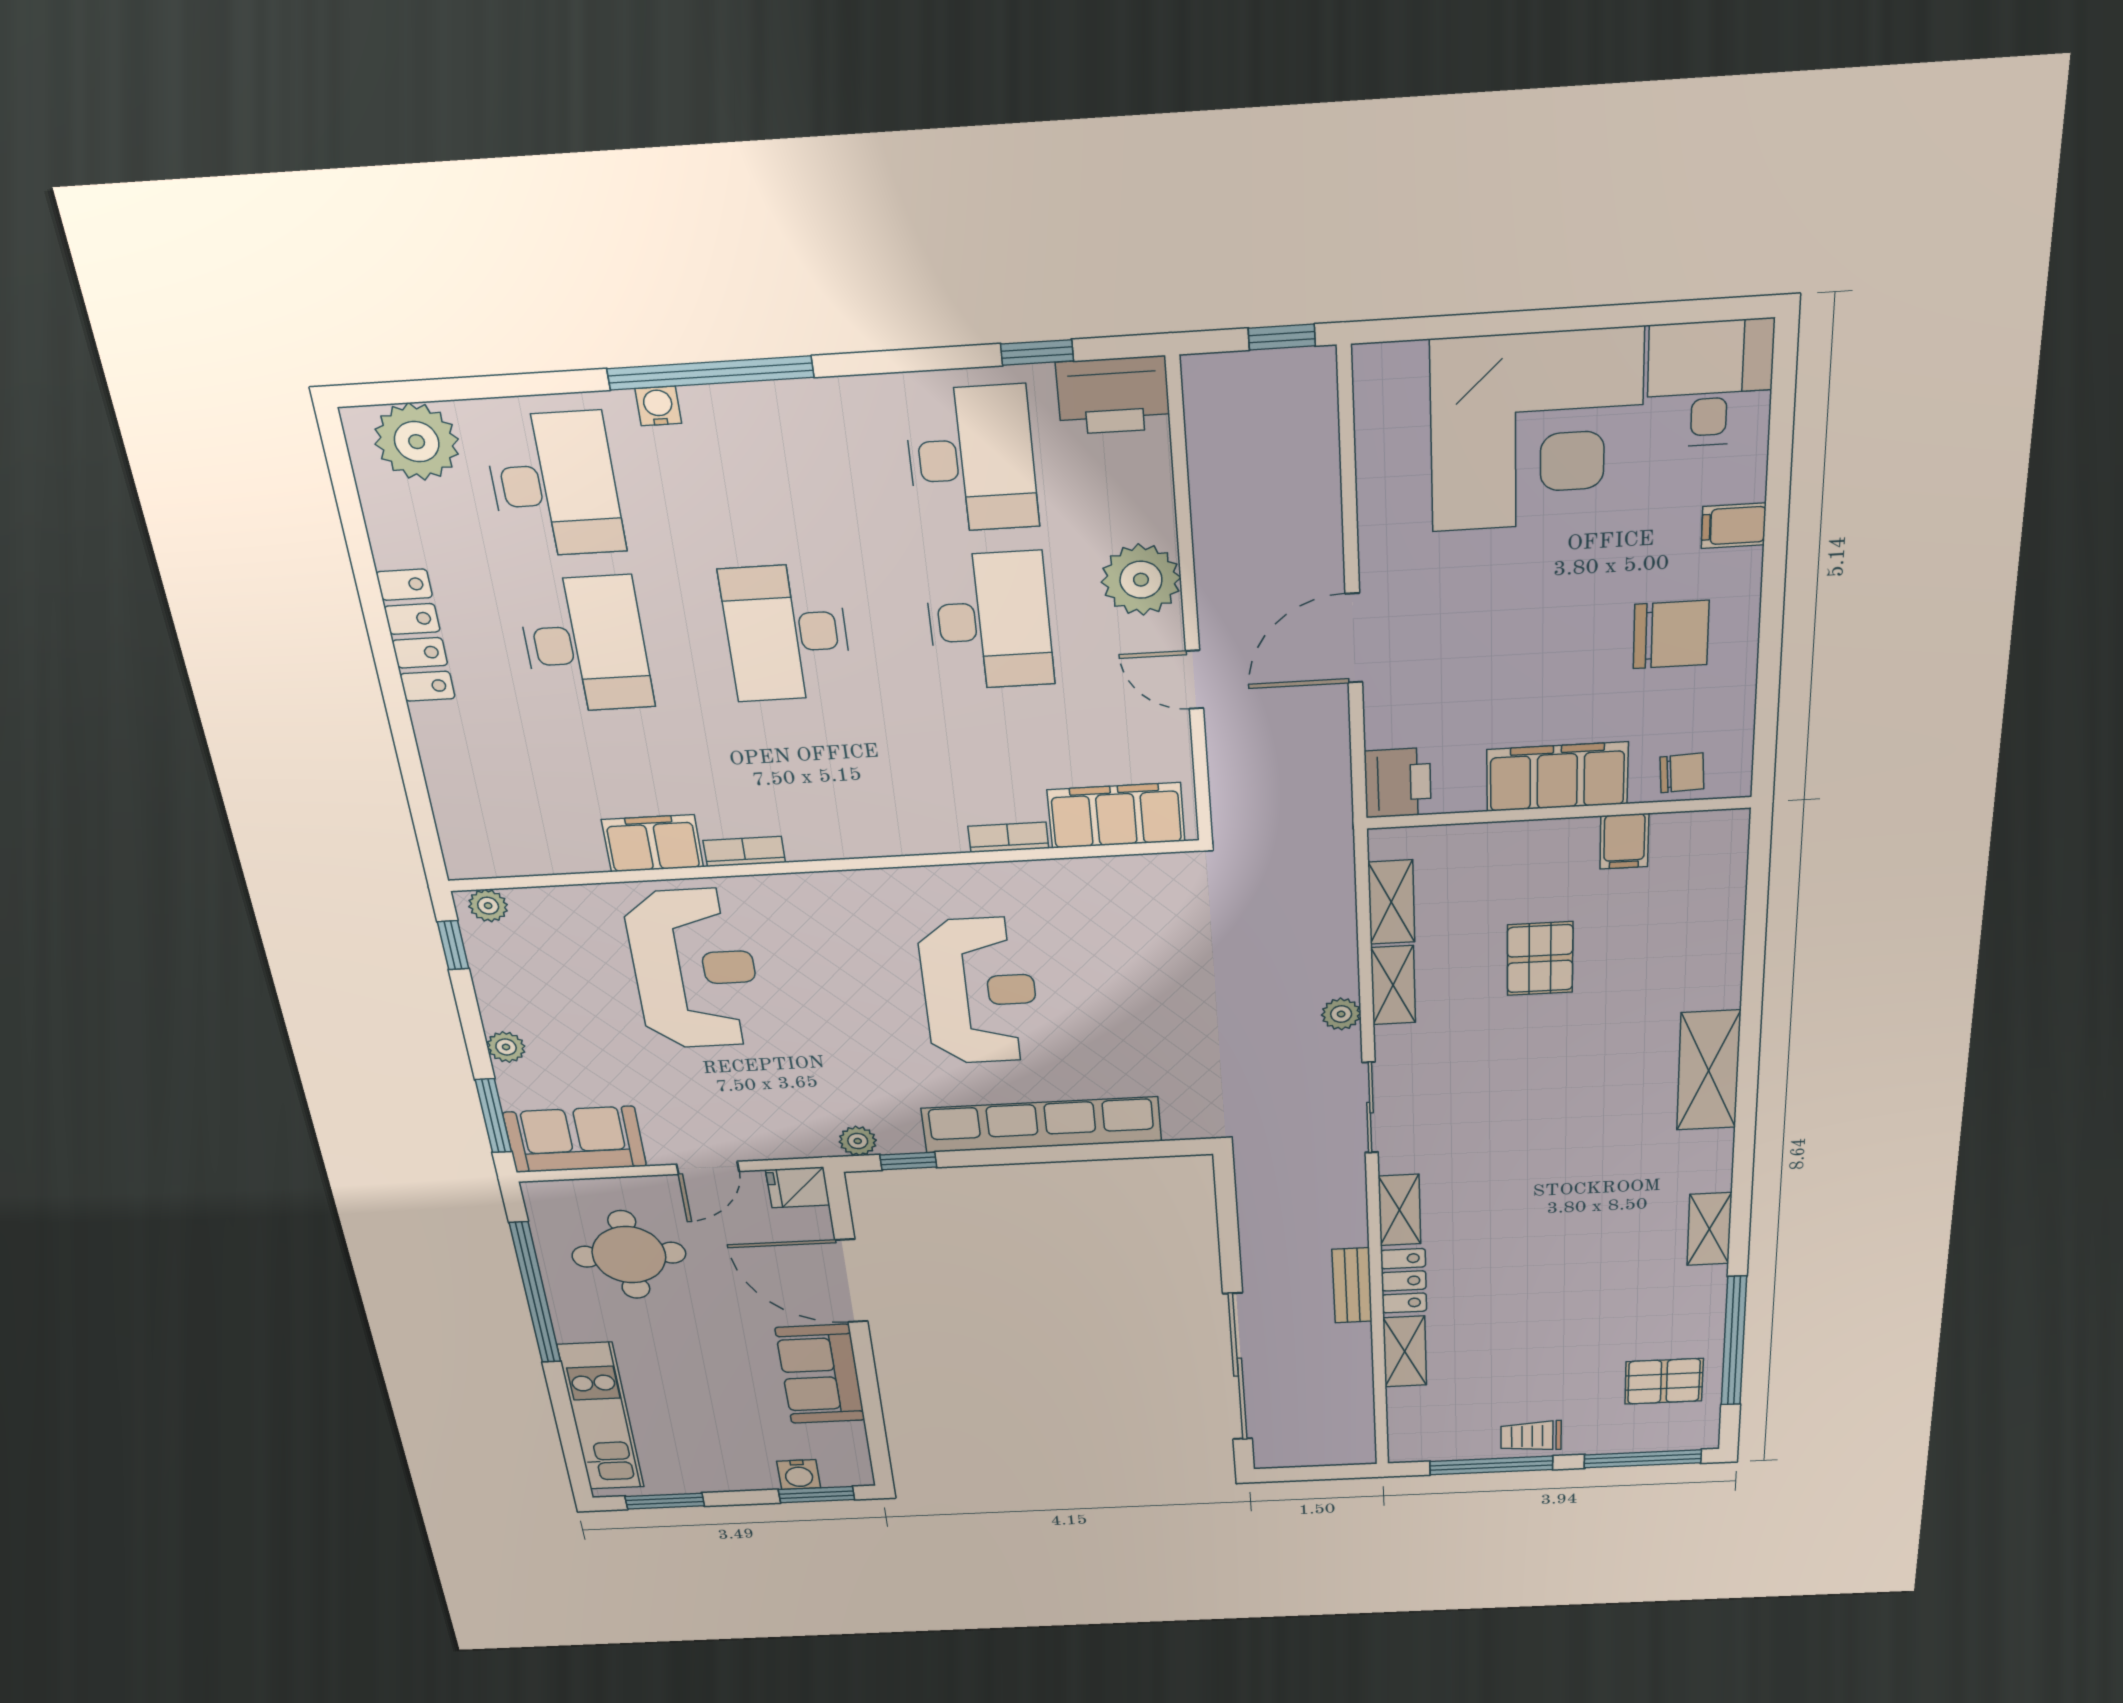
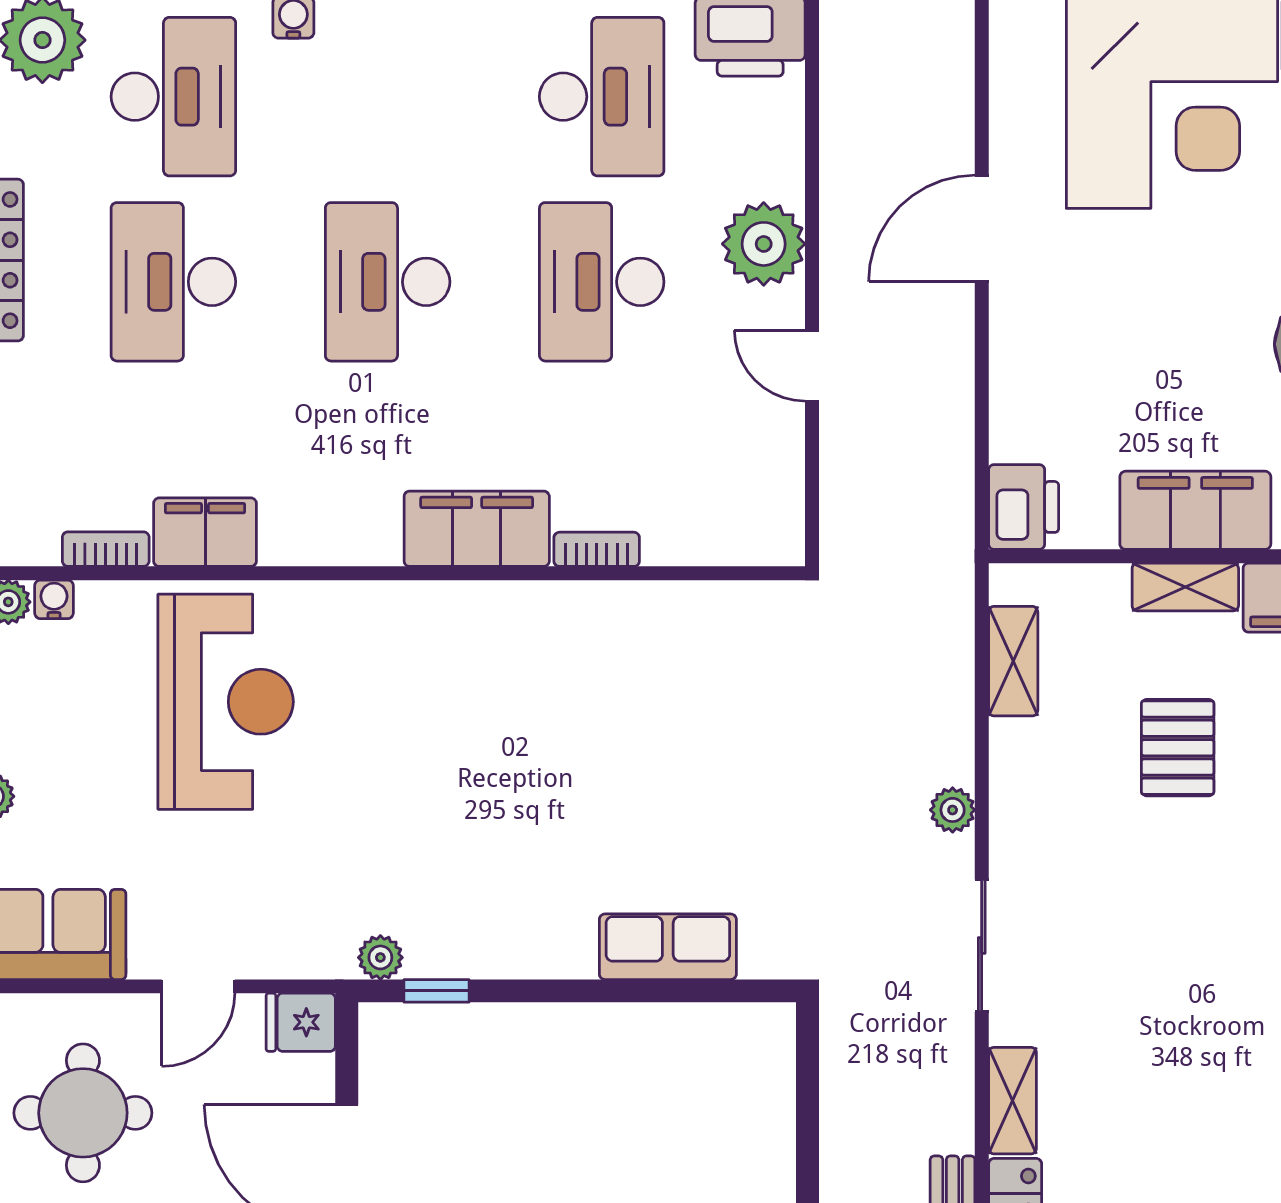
desk: (989, 621) -> (602, 282), turned 180
door: (1354, 638) -> (982, 228), moved
desk: (585, 645) -> (173, 282), turned 180
filing cabinet: (1116, 815) -> (477, 529), moved
bookcase: (744, 851) -> (106, 549), moved
water cooler: (528, 902) -> (54, 599), added
shelving: (1393, 985) -> (1185, 587), moved, turned 90
reception desk: (980, 991) -> (545, 752), removed
row of seats: (1041, 1125) -> (668, 947), width x0.50

